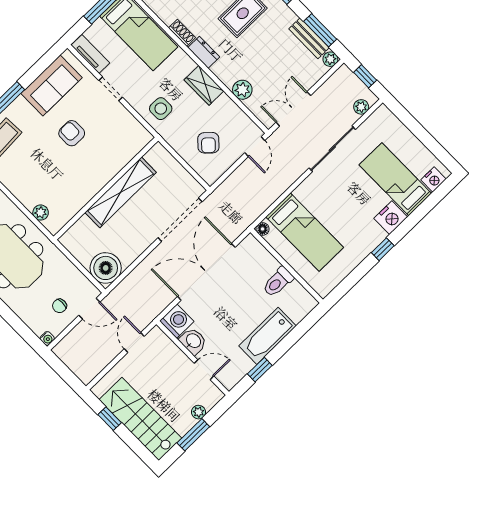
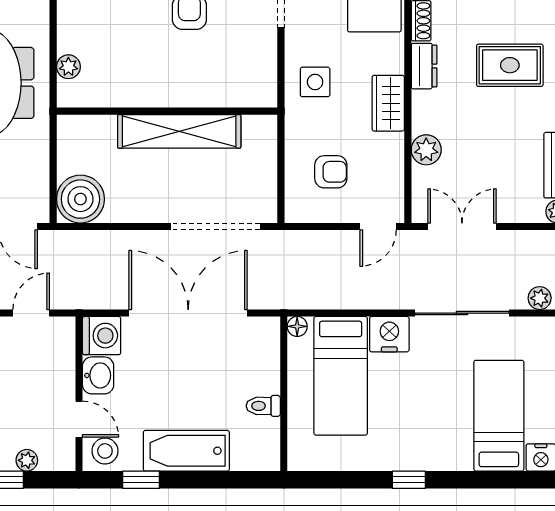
armchair: (208, 143) -> (331, 172), turned -133
nightstand: (391, 218) -> (389, 334), moved, turned 180
toilet: (278, 282) -> (263, 406), width x0.73, depth x0.72
stool: (230, 373) -> (105, 451), added

